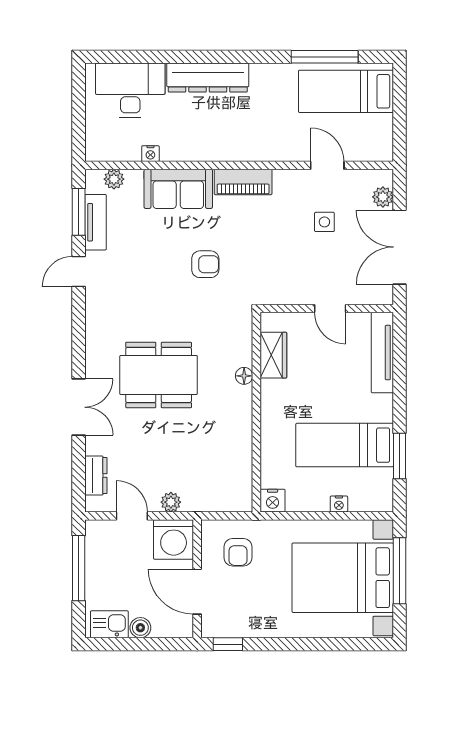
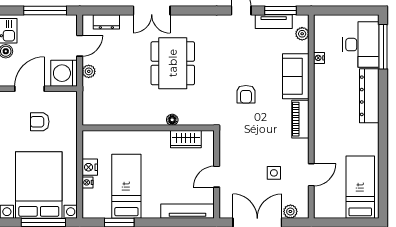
window: (325, 57) -> (383, 47), moved
nightstand: (273, 501) -> (90, 167), moved
armchair: (238, 552) -> (40, 122), moved

